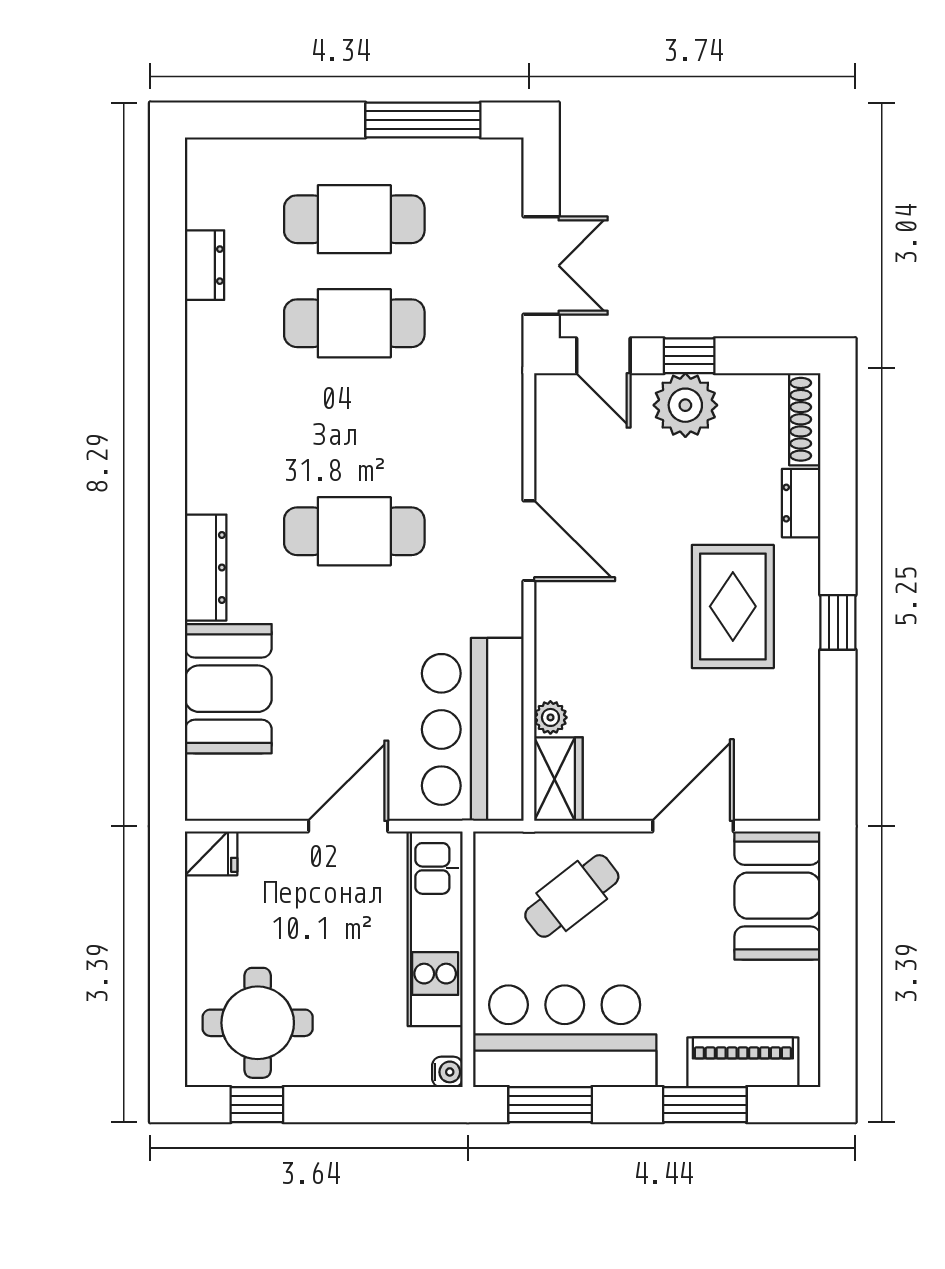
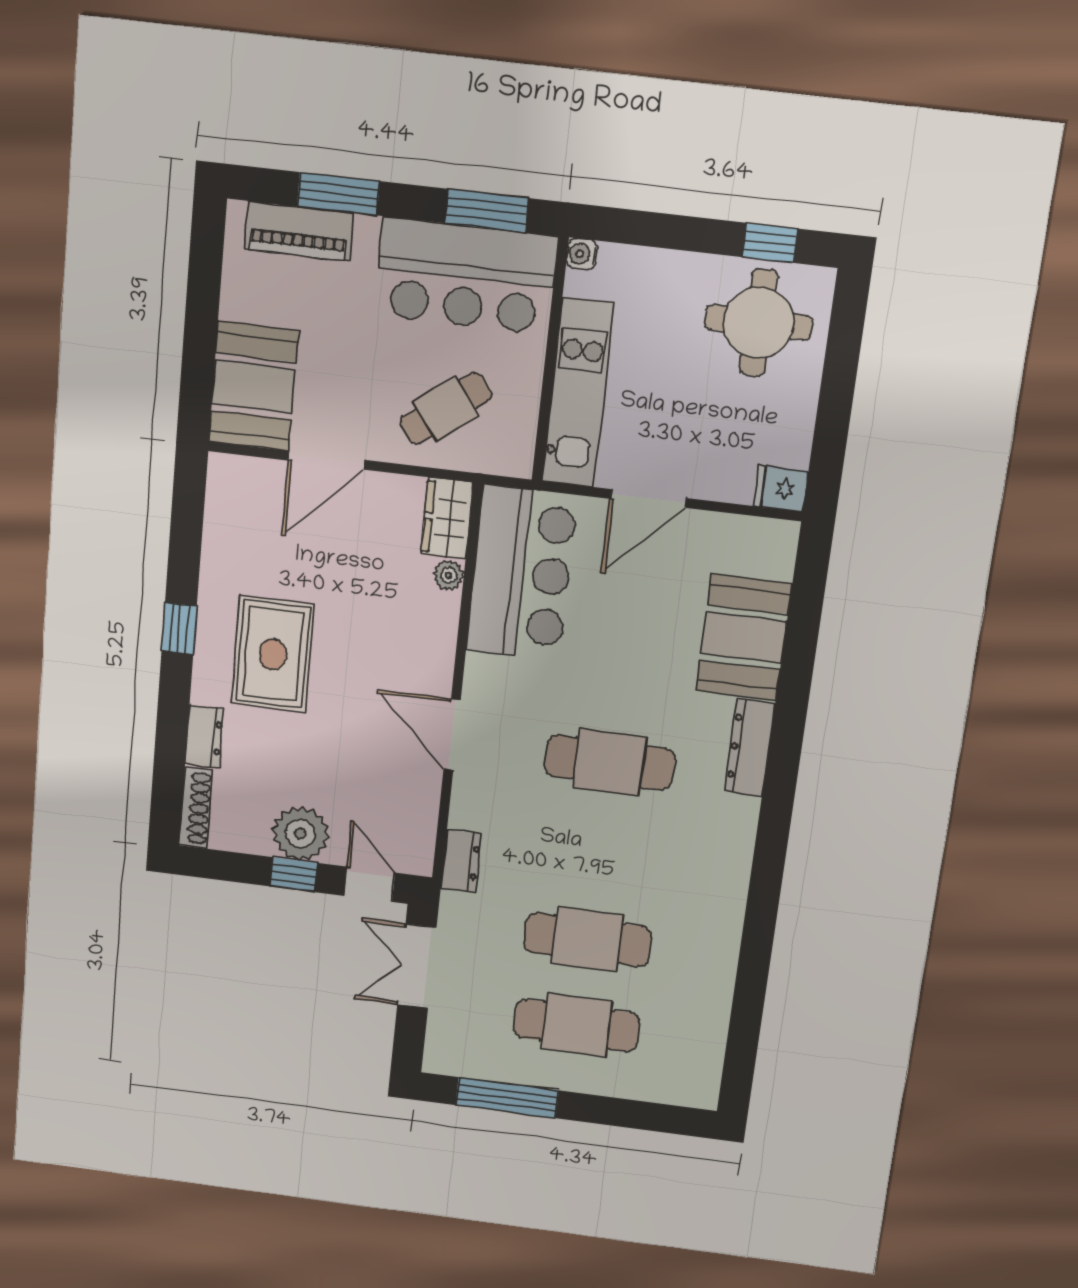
dresser: (205, 265) -> (461, 861), moved, turned 180

